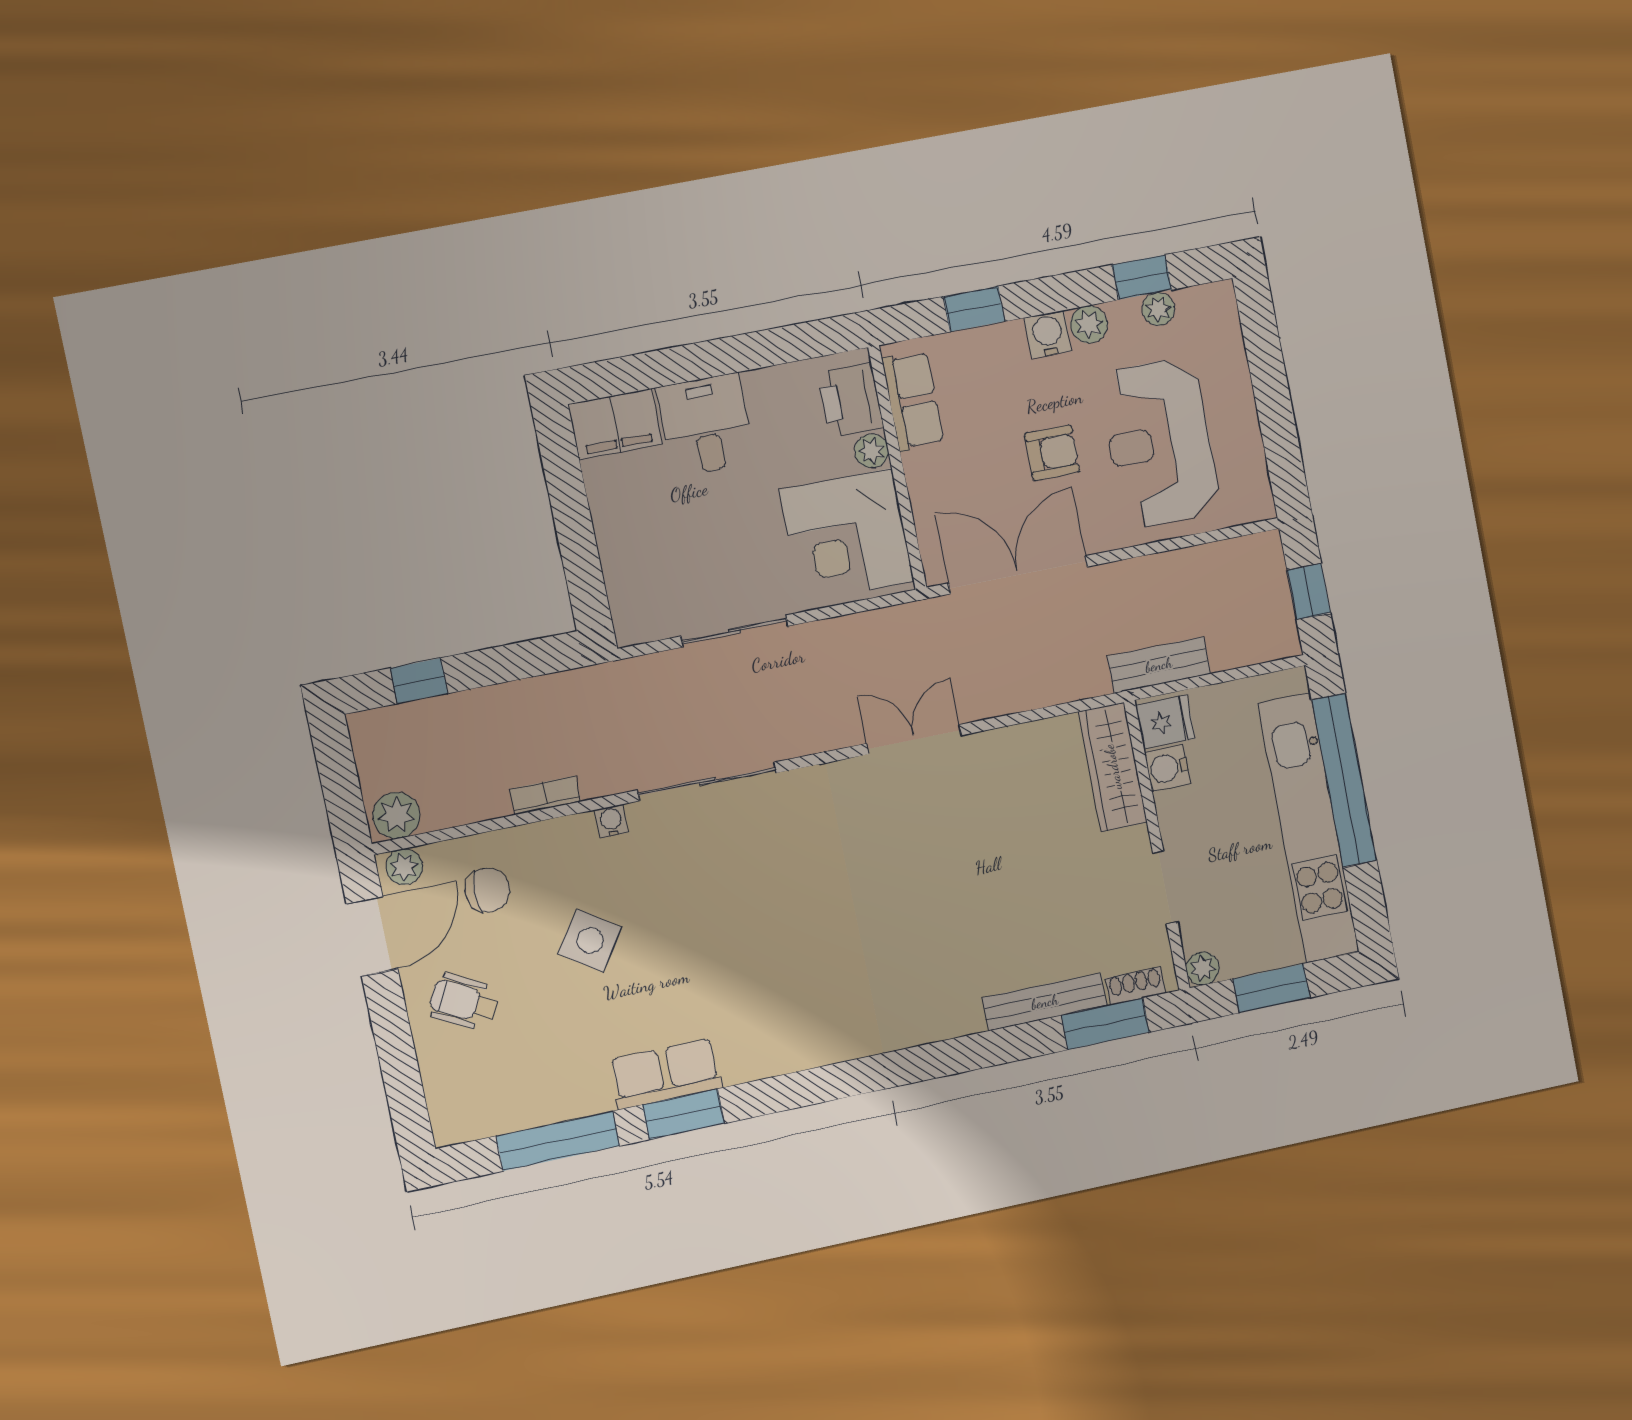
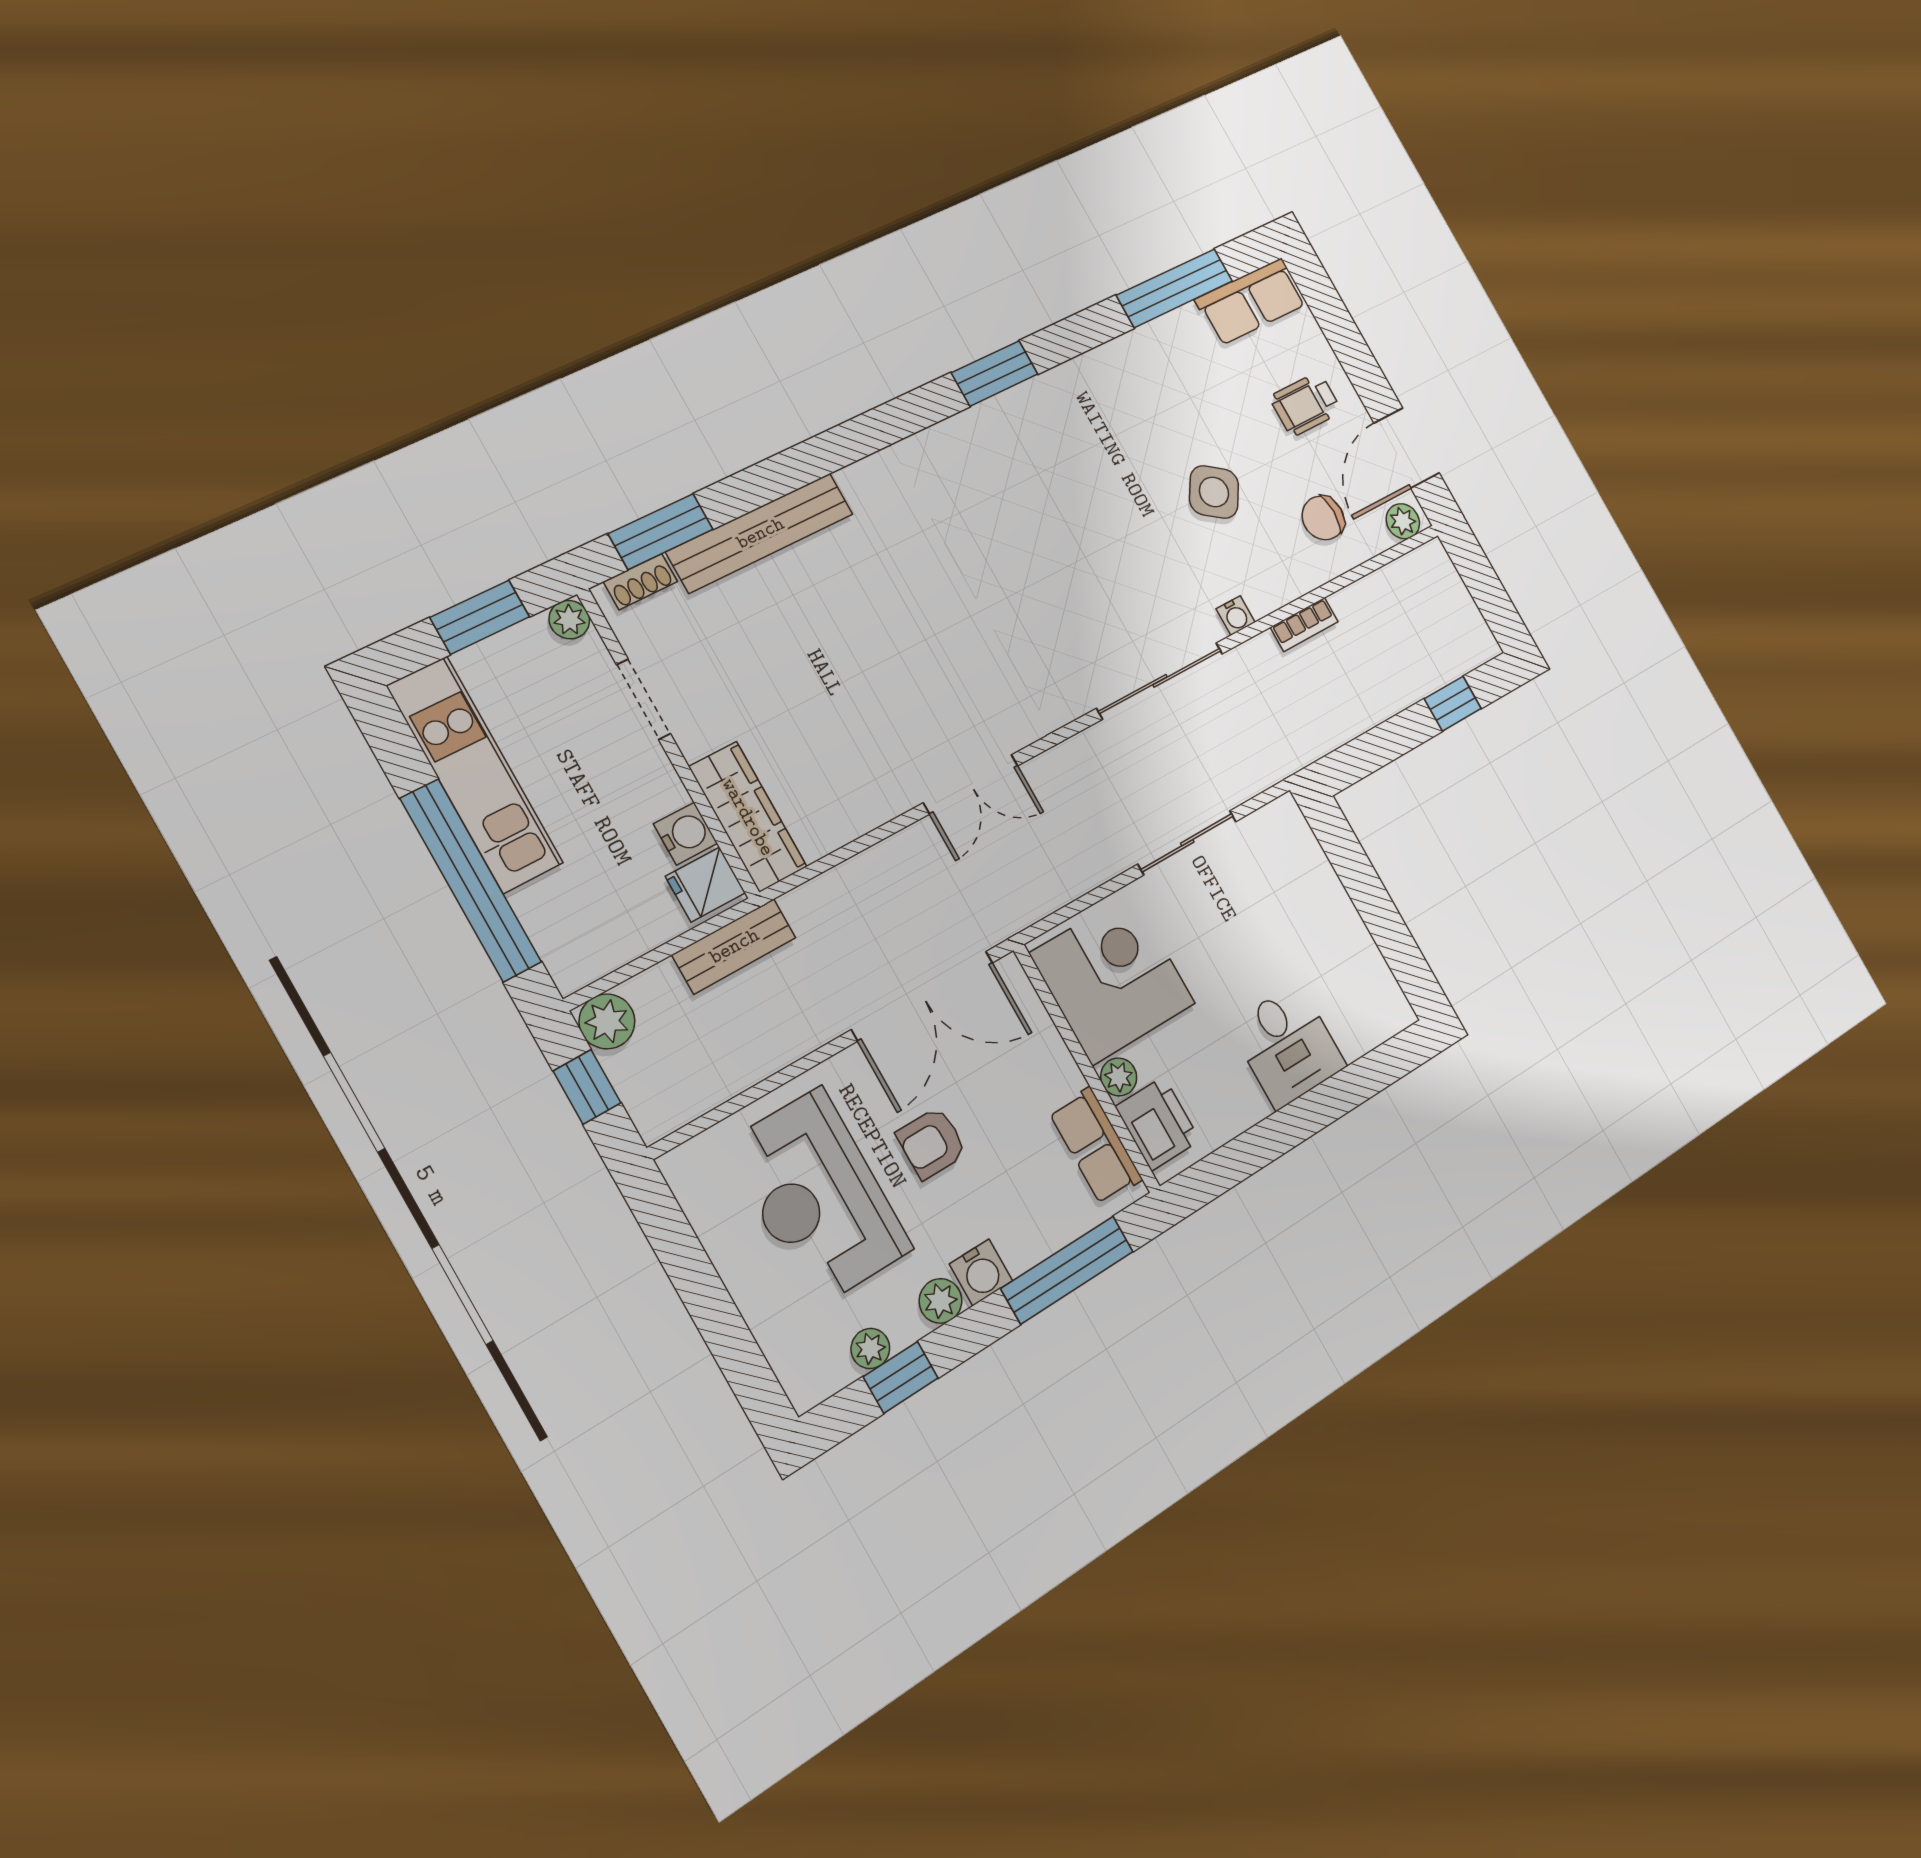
window: (974, 309) -> (1067, 1270), width x2.17
filing cabinet: (615, 424) -> (1371, 1016), removed
reception desk: (1160, 443) -> (818, 1197), turned 180
plant: (396, 815) -> (607, 1021), moved
kitchen unit: (1308, 828) -> (475, 775), width x0.73
wheelchair: (464, 1002) -> (1306, 404), turned 152
bench: (1045, 1002) -> (760, 533), width x1.37, depth x1.21
row of seats: (666, 1074) -> (1251, 302), moved
window: (683, 1114) -> (995, 373), moved

